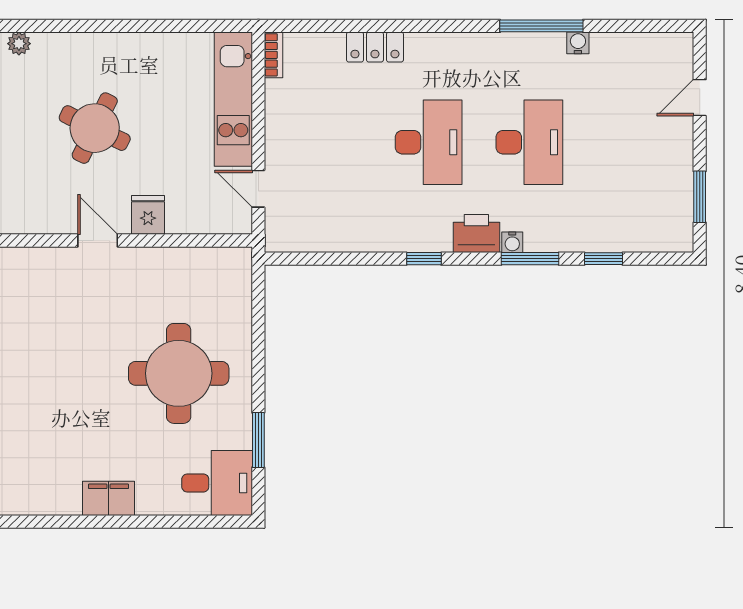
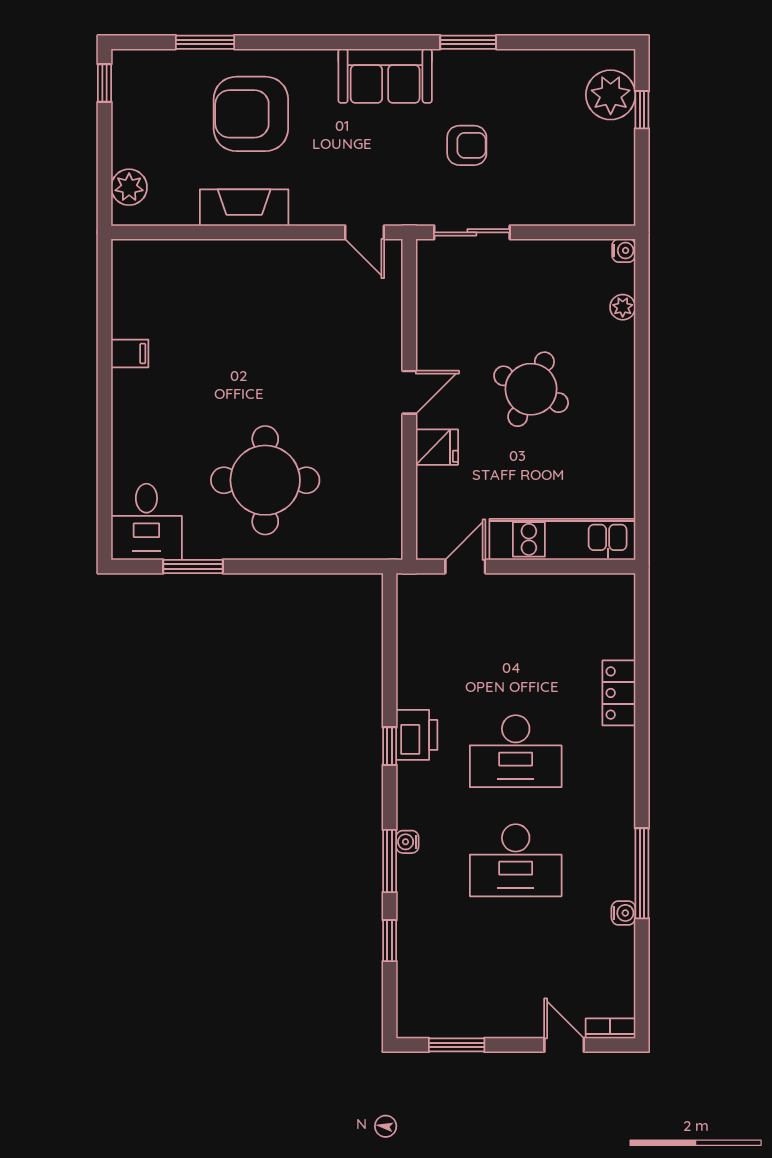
bookcase: (274, 55) -> (610, 1028), moved, turned 180
printer: (476, 234) -> (417, 735), moved
filing cabinet: (108, 498) -> (130, 353), moved, width x0.50

